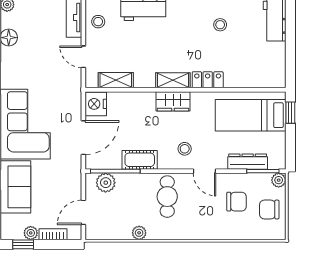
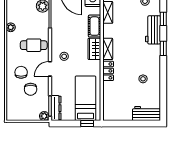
cot: (140, 160) -> (94, 26), moved
dresser: (248, 162) -> (56, 108), moved
chair: (269, 210) -> (21, 72), moved

